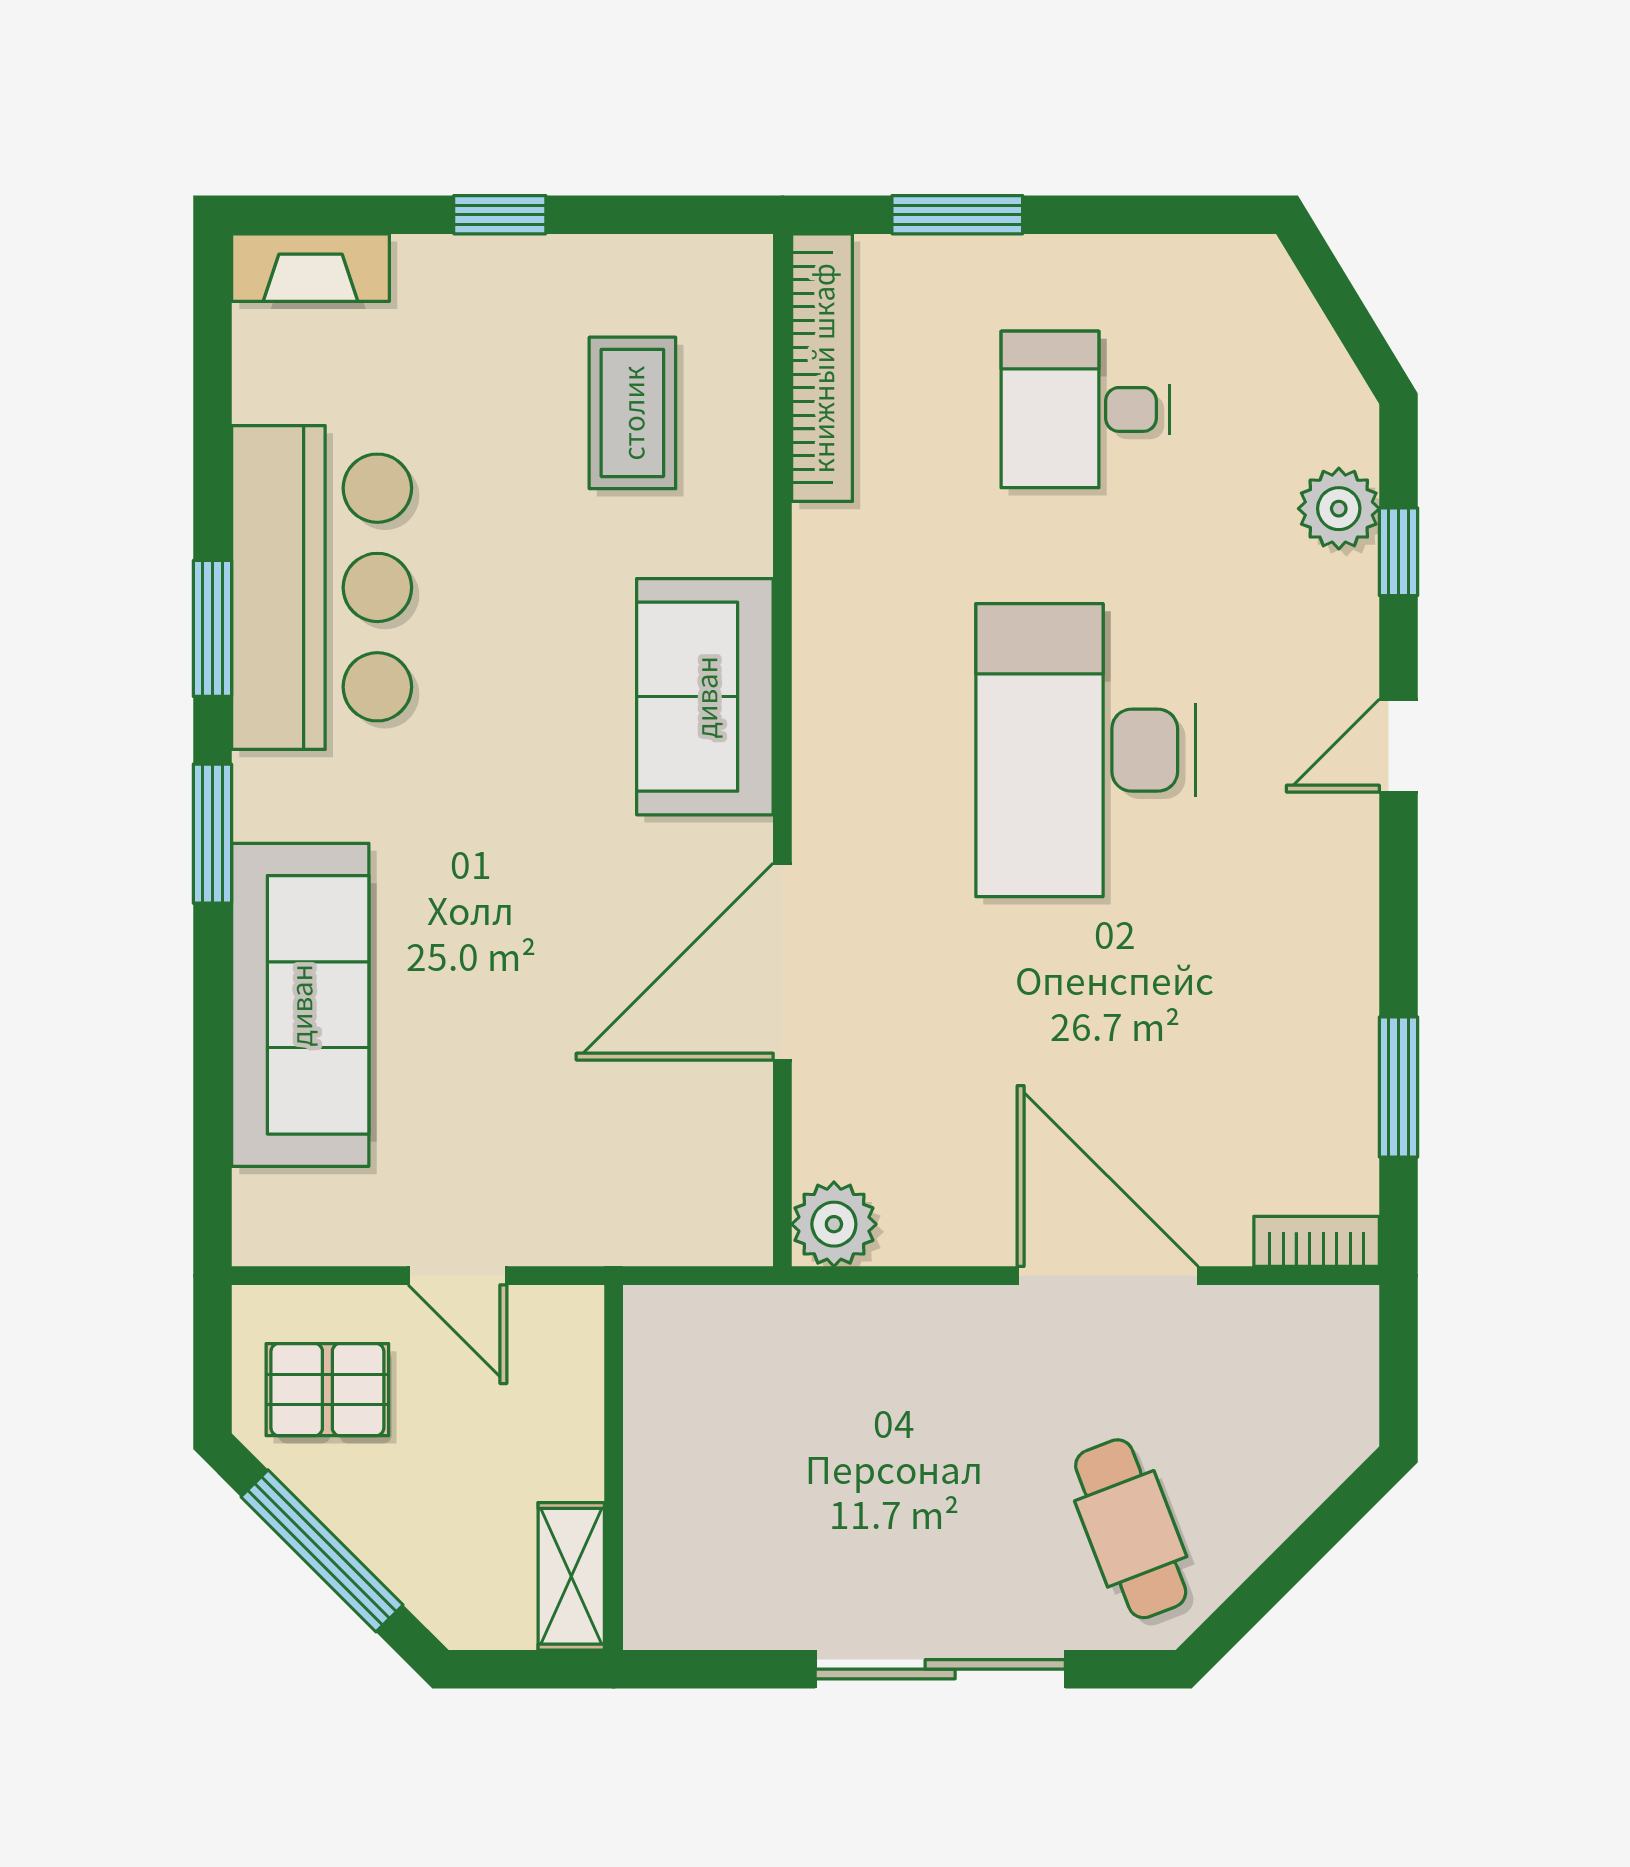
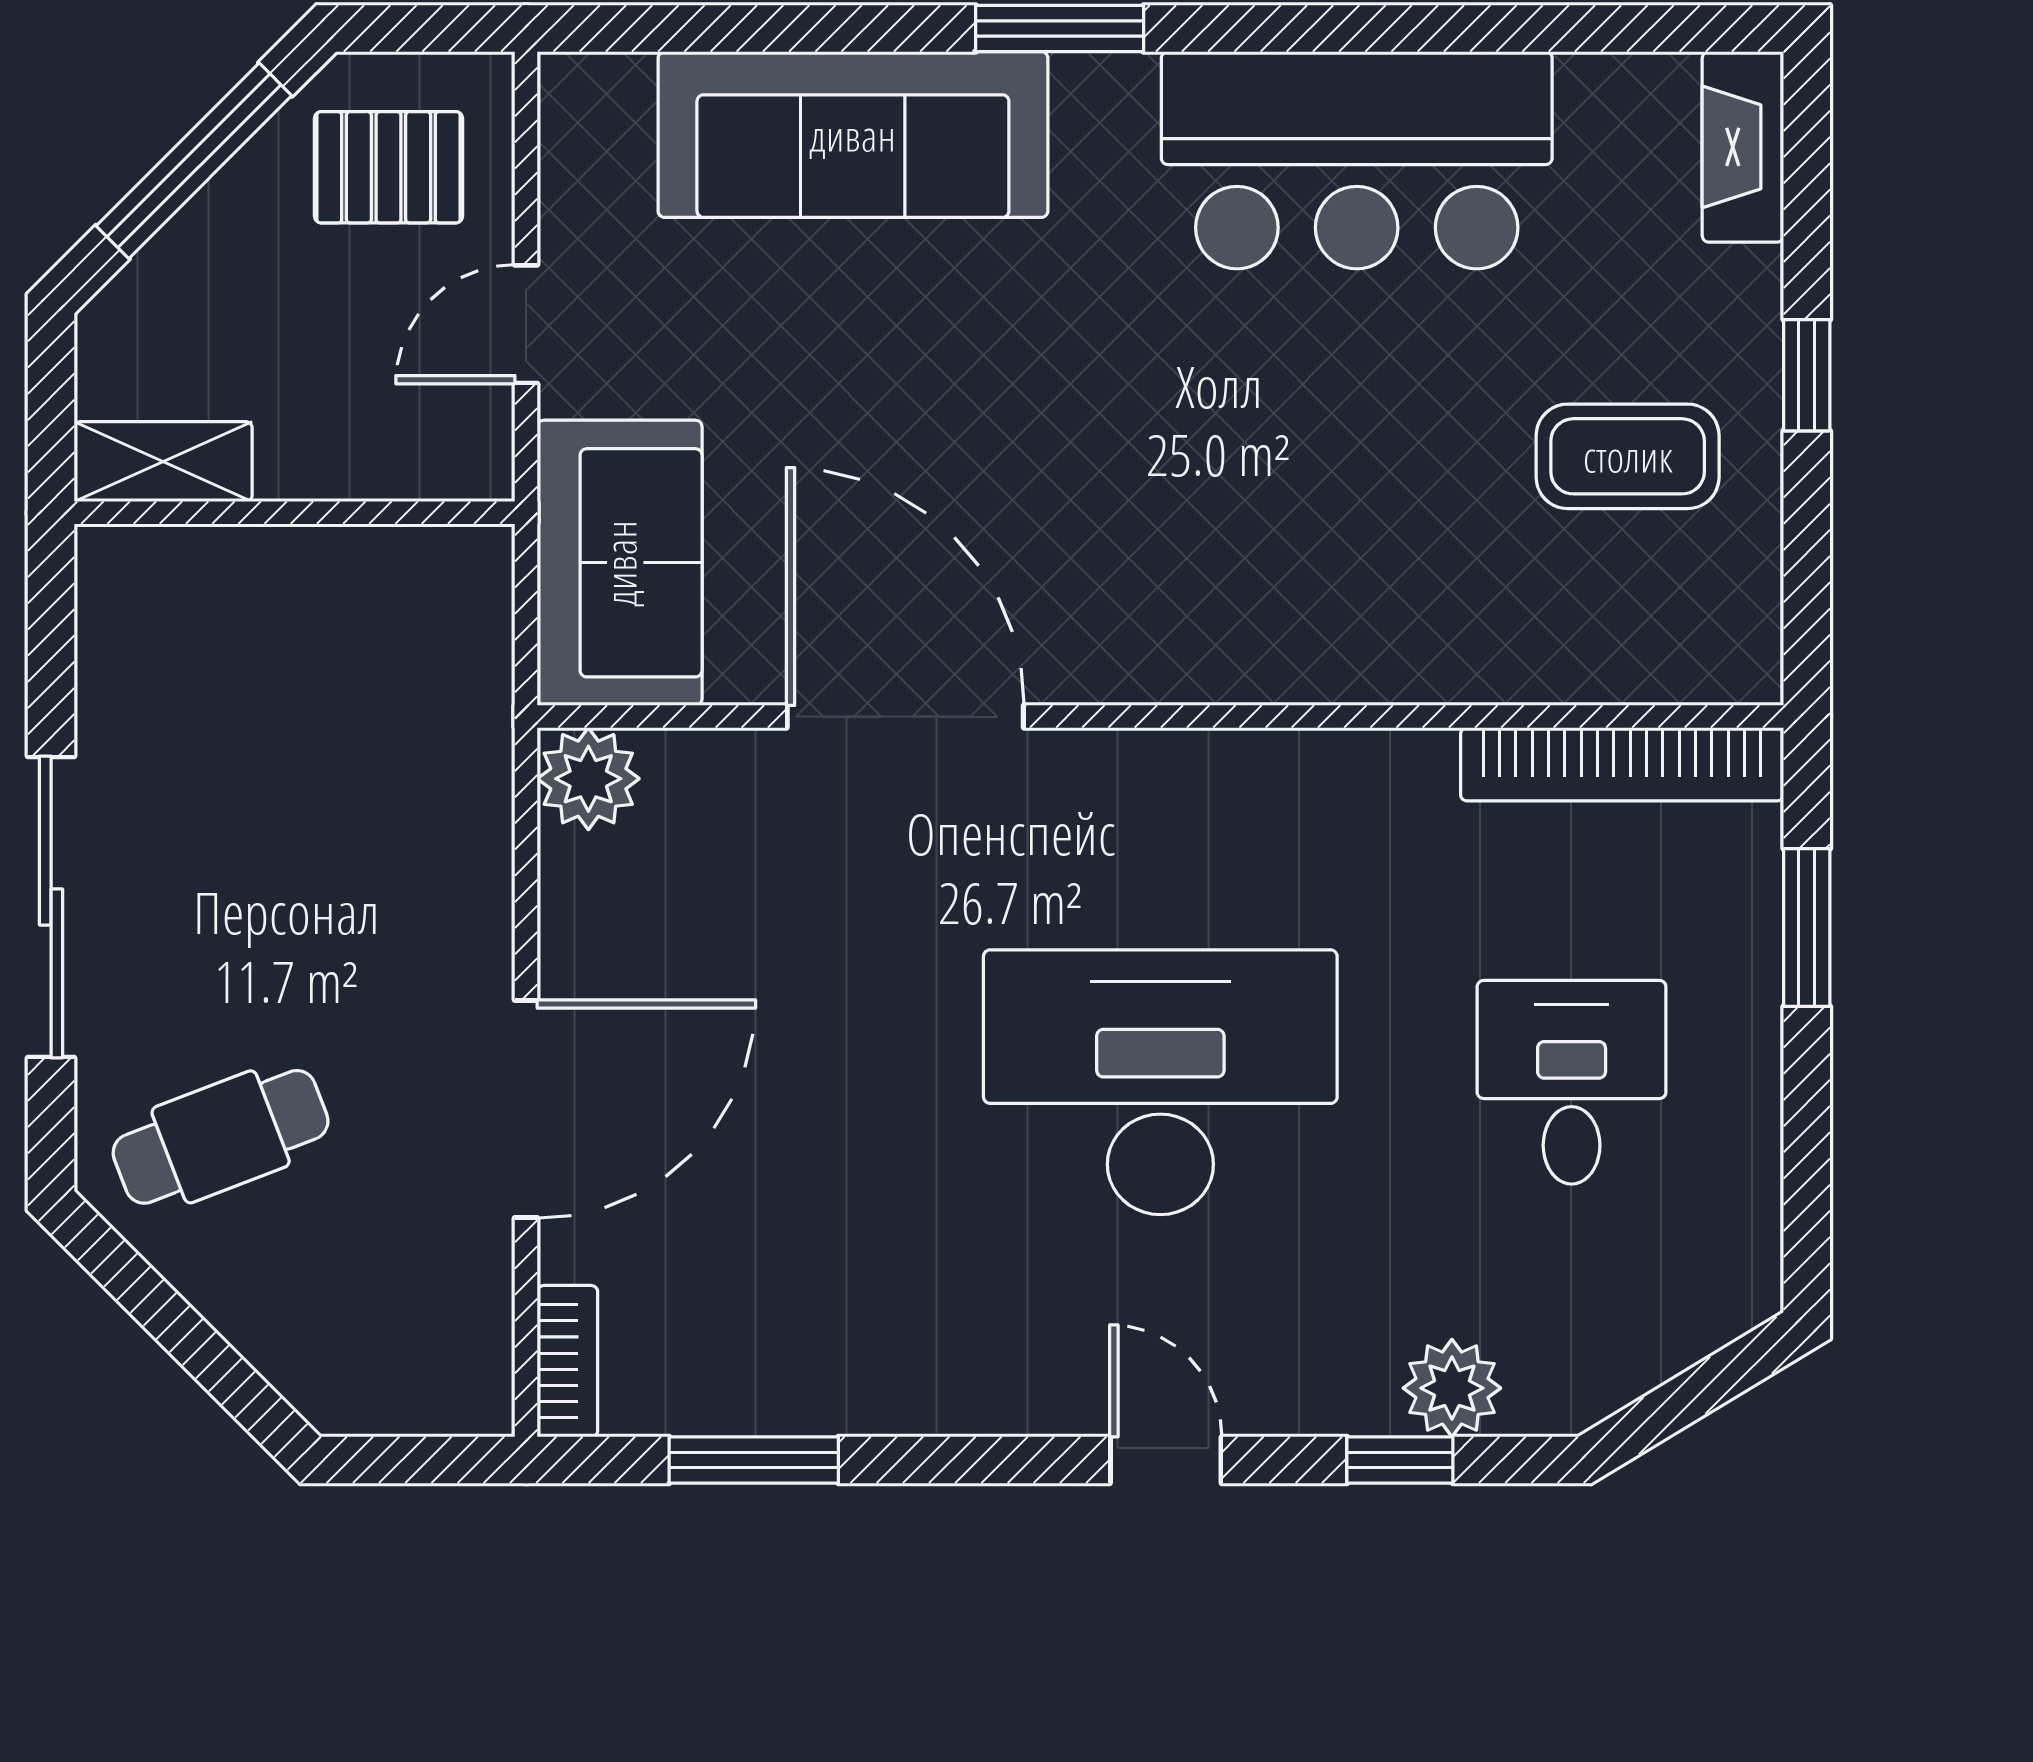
coffee table: (632, 413) -> (1628, 456), moved
window: (212, 628) -> (1307, 29), removed
sofa: (705, 697) -> (620, 563), moved, turned 90
pallet: (327, 1390) -> (388, 167), turned 90

